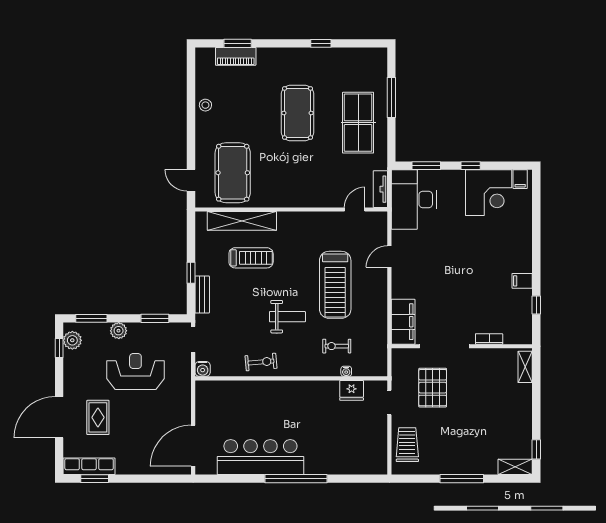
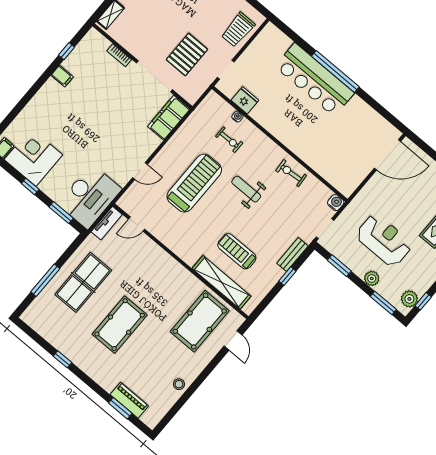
reception desk: (135, 372) -> (384, 240), turned 180
bar counter: (260, 457) -> (314, 80), moved

